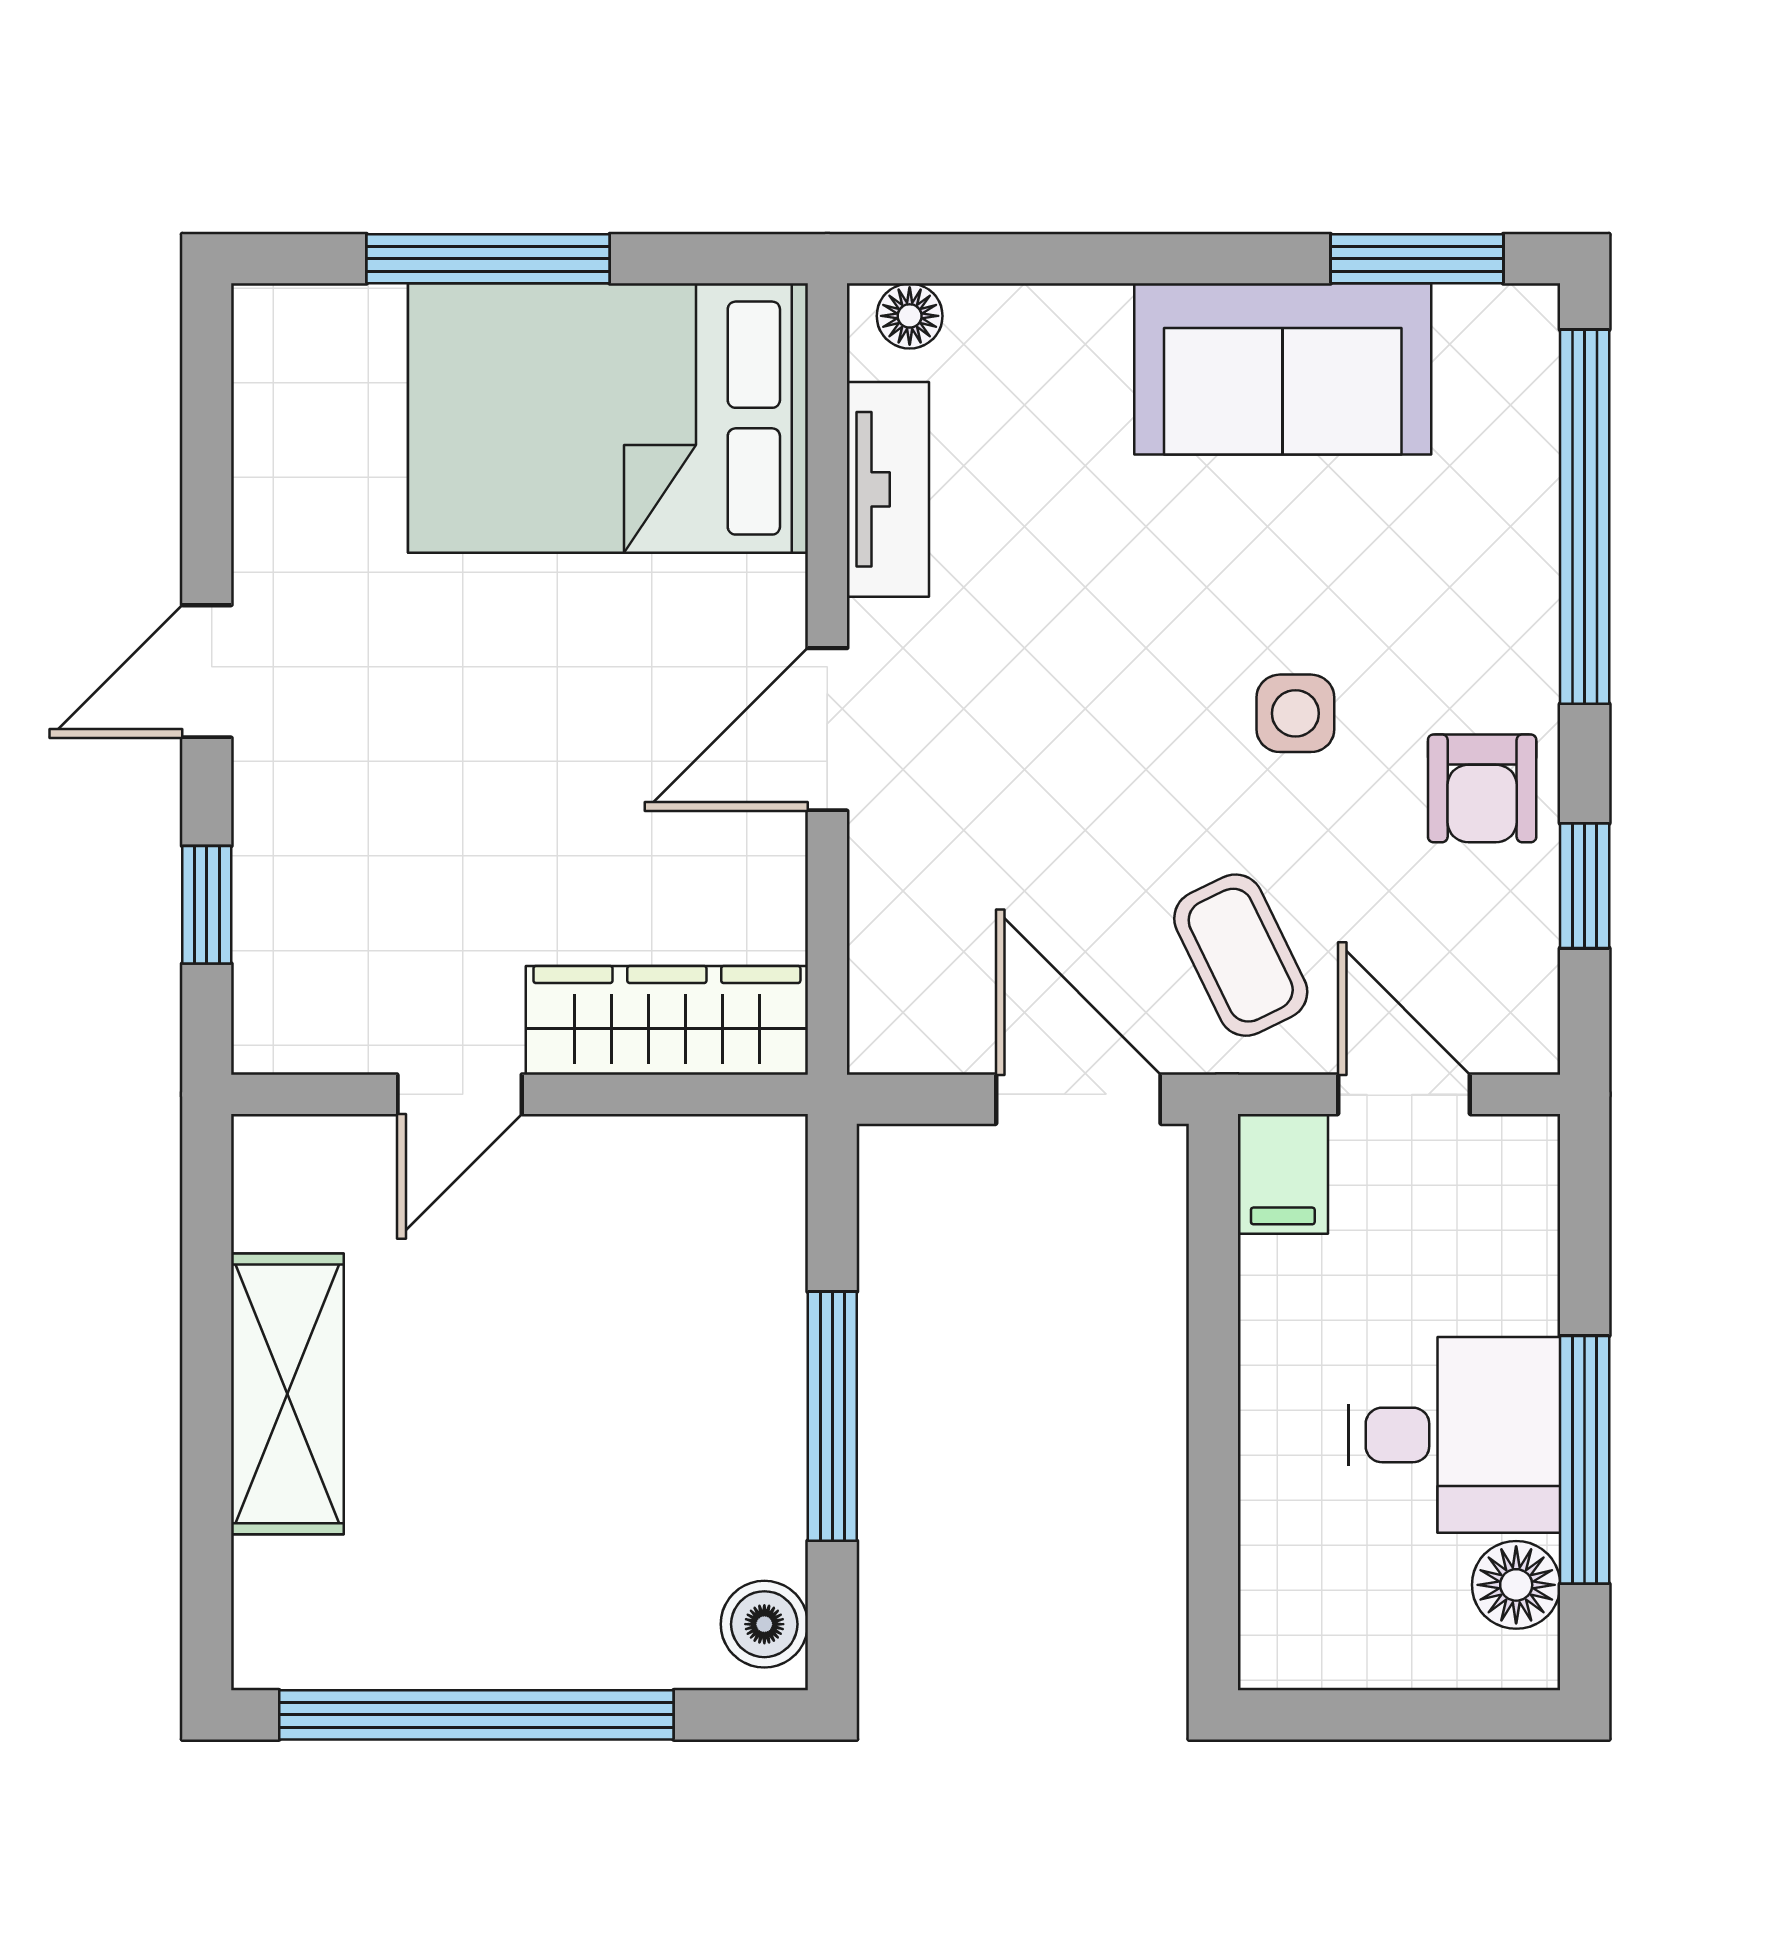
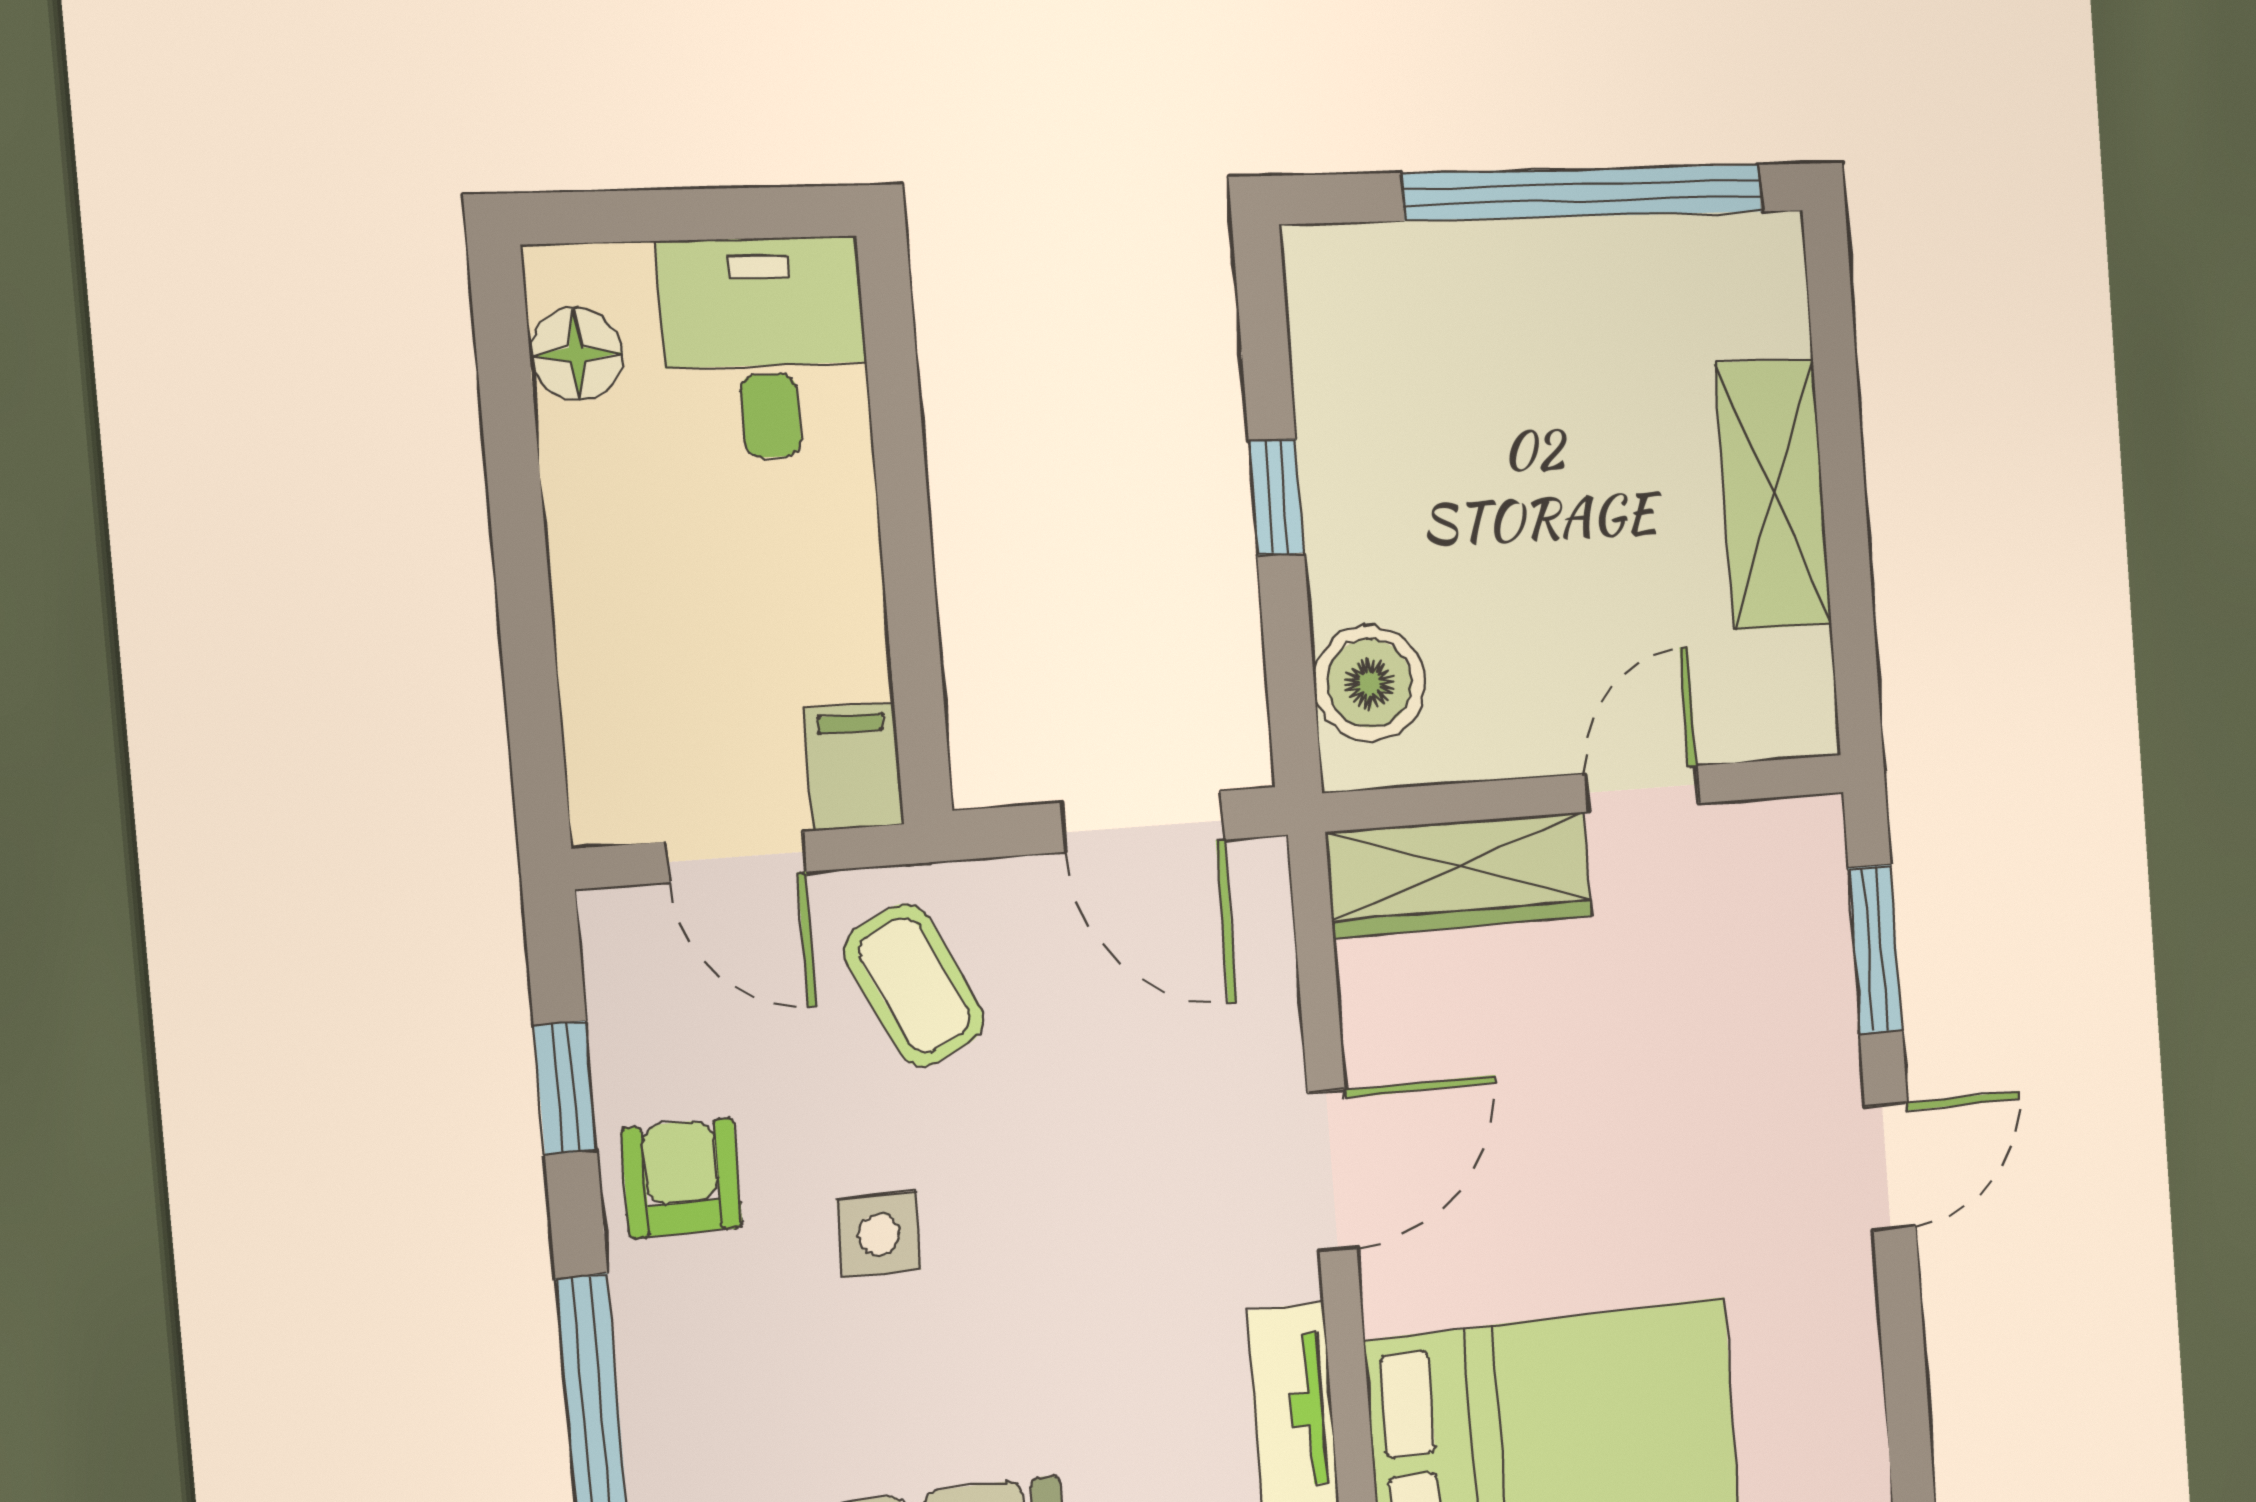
window: (207, 905) -> (1875, 949), width x1.50
door: (1078, 1099) -> (1143, 821), moved
window: (832, 1416) -> (1276, 497), width x0.46
desk: (1455, 1435) -> (765, 348), moved, turned 90
window: (1585, 1460) -> (515, 489), removed
boiler: (764, 1624) -> (1370, 683), moved, width x1.36, depth x1.36

